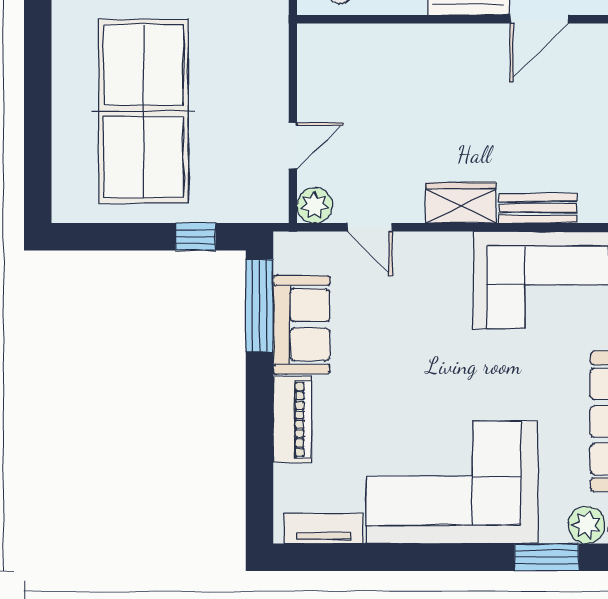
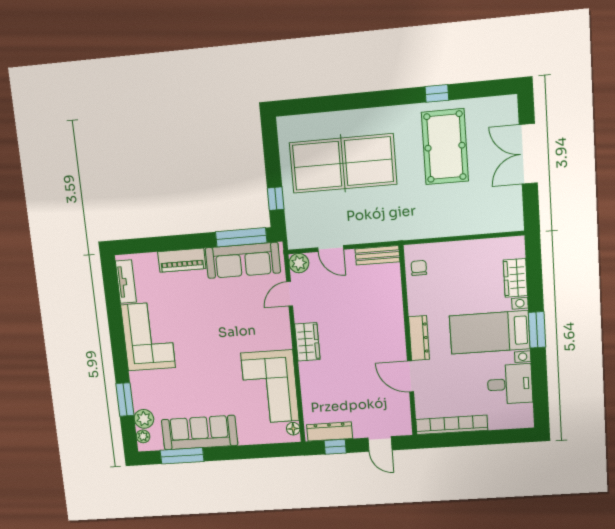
bench: (538, 208) -> (377, 255), moved, turned 90
sofa: (302, 325) -> (243, 260), width x1.36
corner sofa: (452, 482) -> (148, 336), width x0.73, depth x0.74

